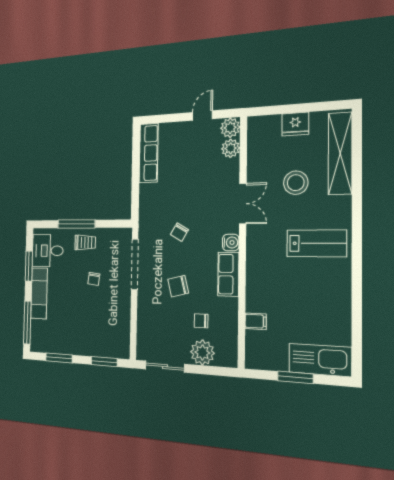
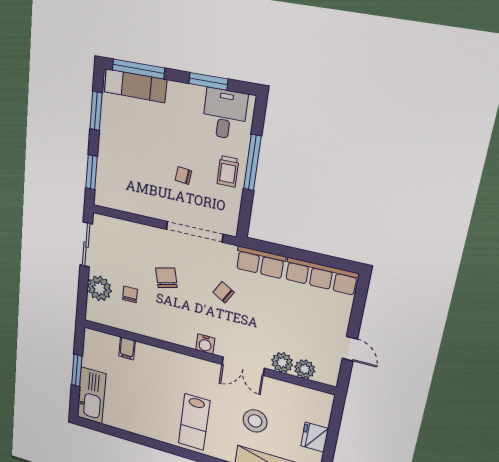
plant: (230, 128) -> (282, 363), moved
row of seats: (228, 274) -> (260, 262), moved, turned 180
exam couch: (39, 293) -> (135, 86), moved

